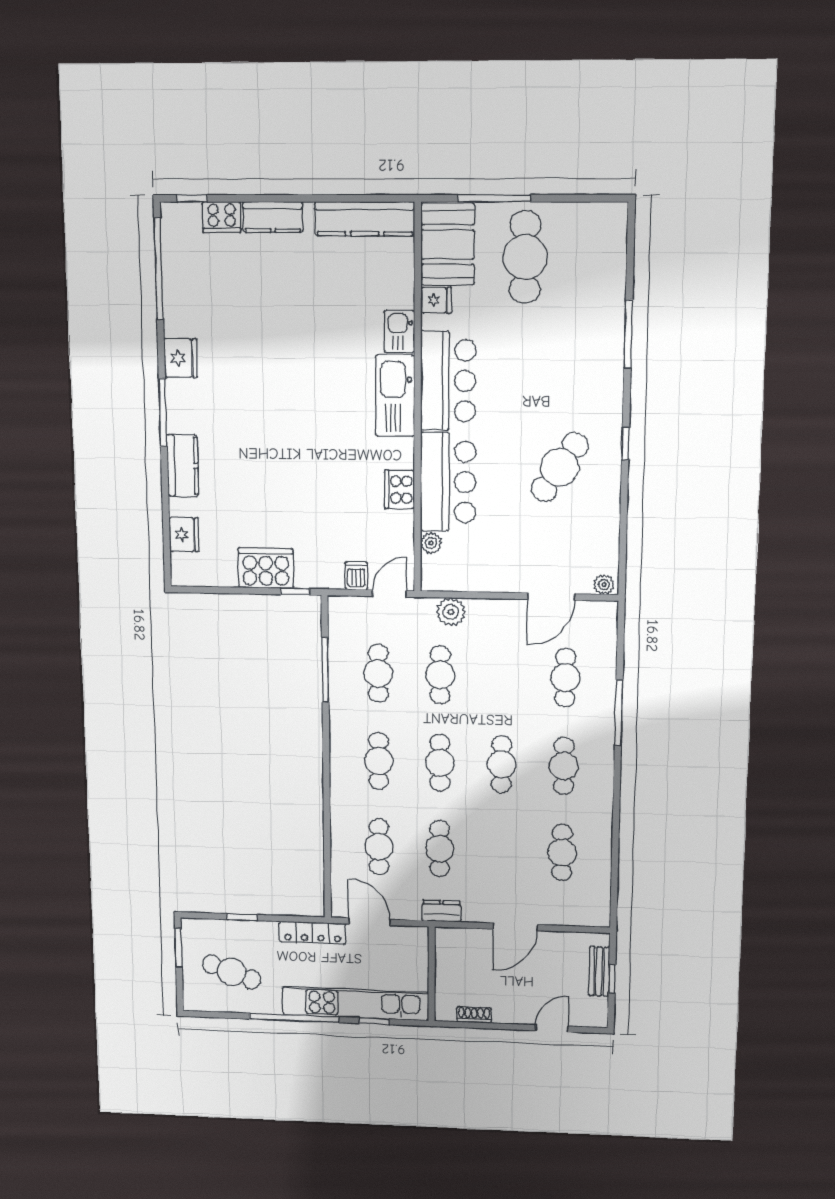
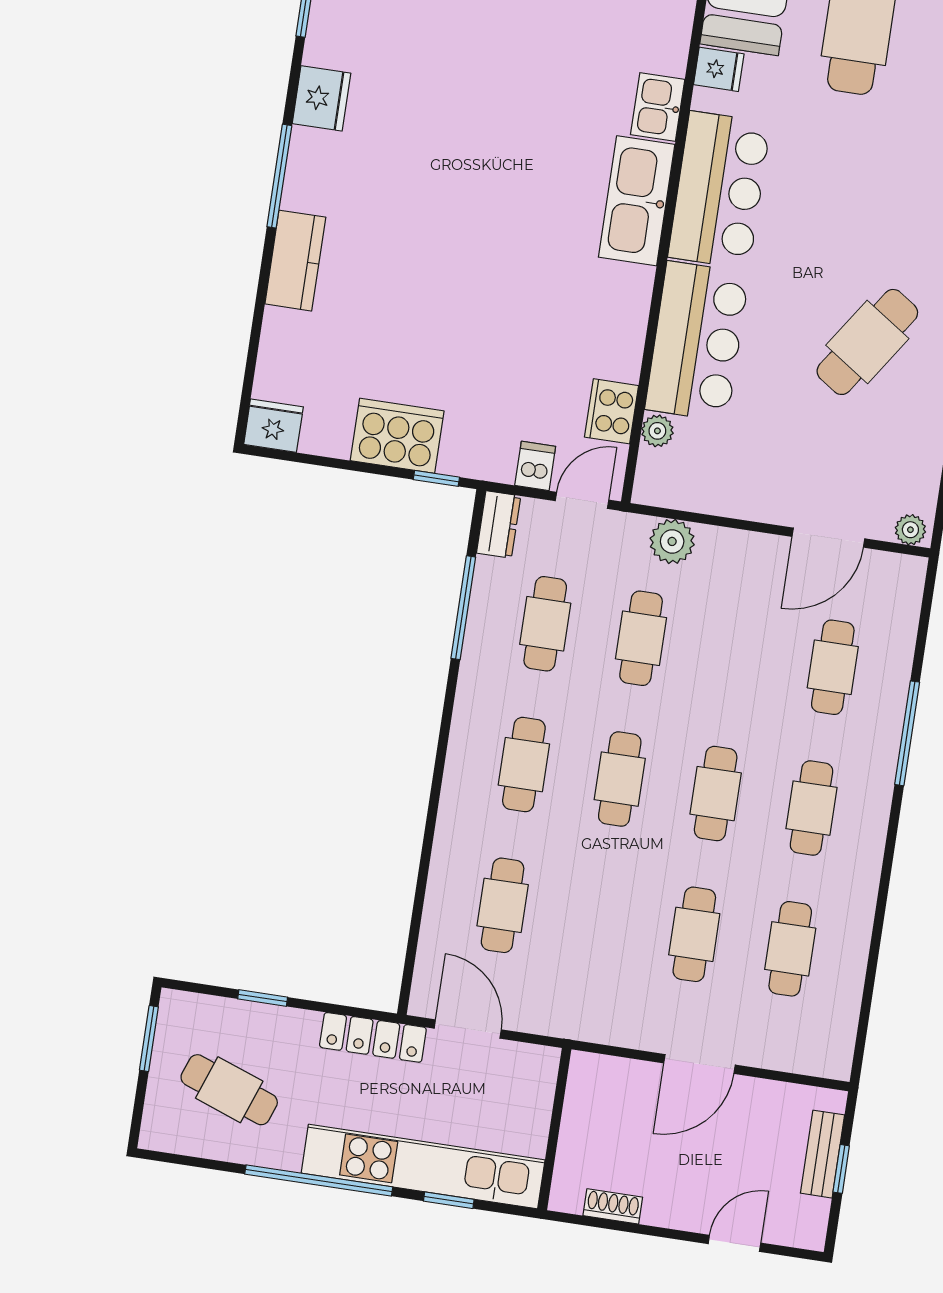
cooker: (400, 489) -> (611, 411), moved
fridge: (184, 535) -> (273, 426), moved, turned -90
cafe table: (440, 849) -> (694, 934), moved
dresser: (441, 911) -> (499, 524), moved, turned 90

